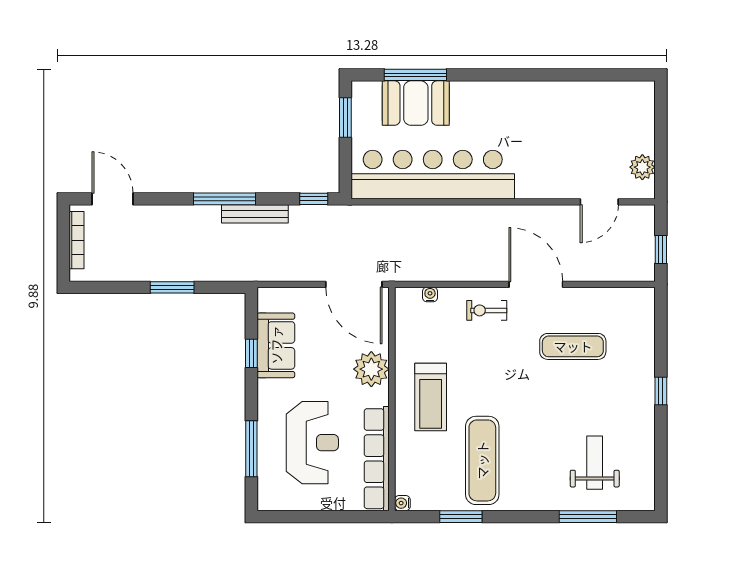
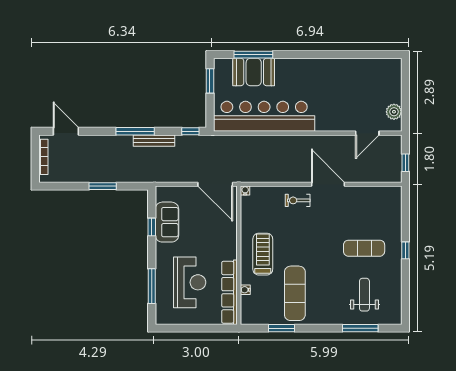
water cooler: (430, 294) -> (245, 191), moved
exercise mat: (573, 346) -> (364, 248), moved
plant: (371, 369) -> (226, 237), removed
treadmill: (431, 397) -> (263, 254), turned 180
water cooler: (402, 503) -> (245, 290), moved

